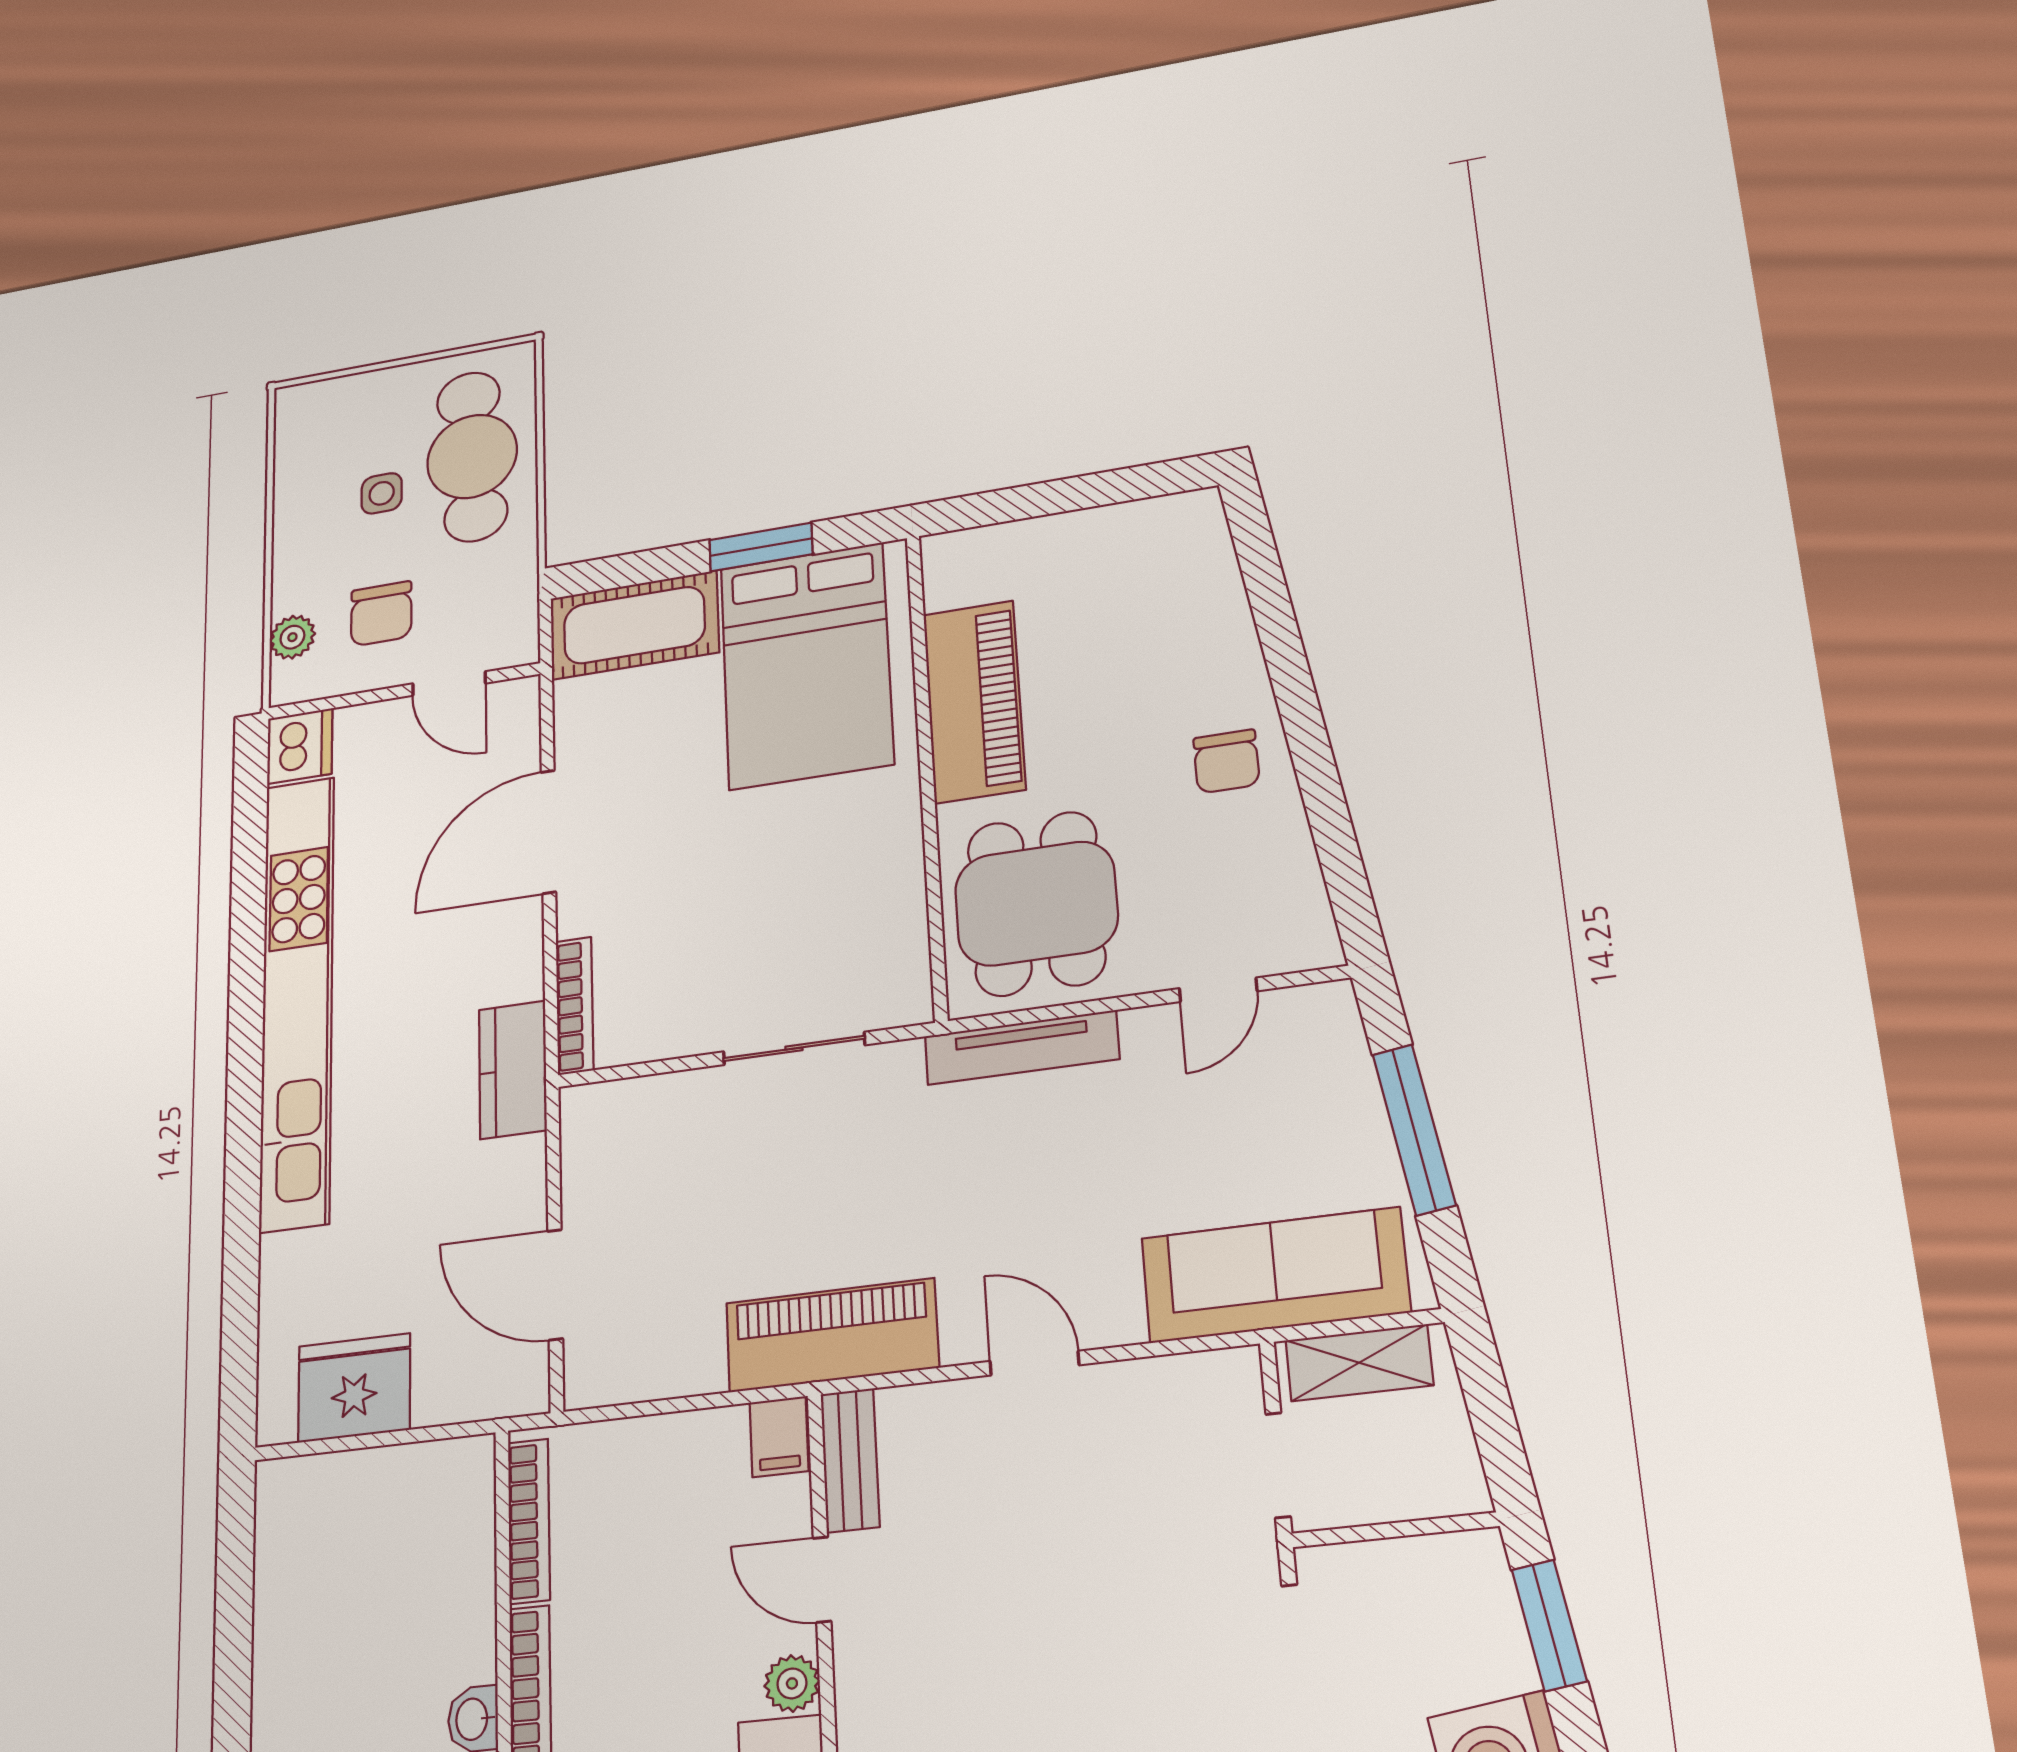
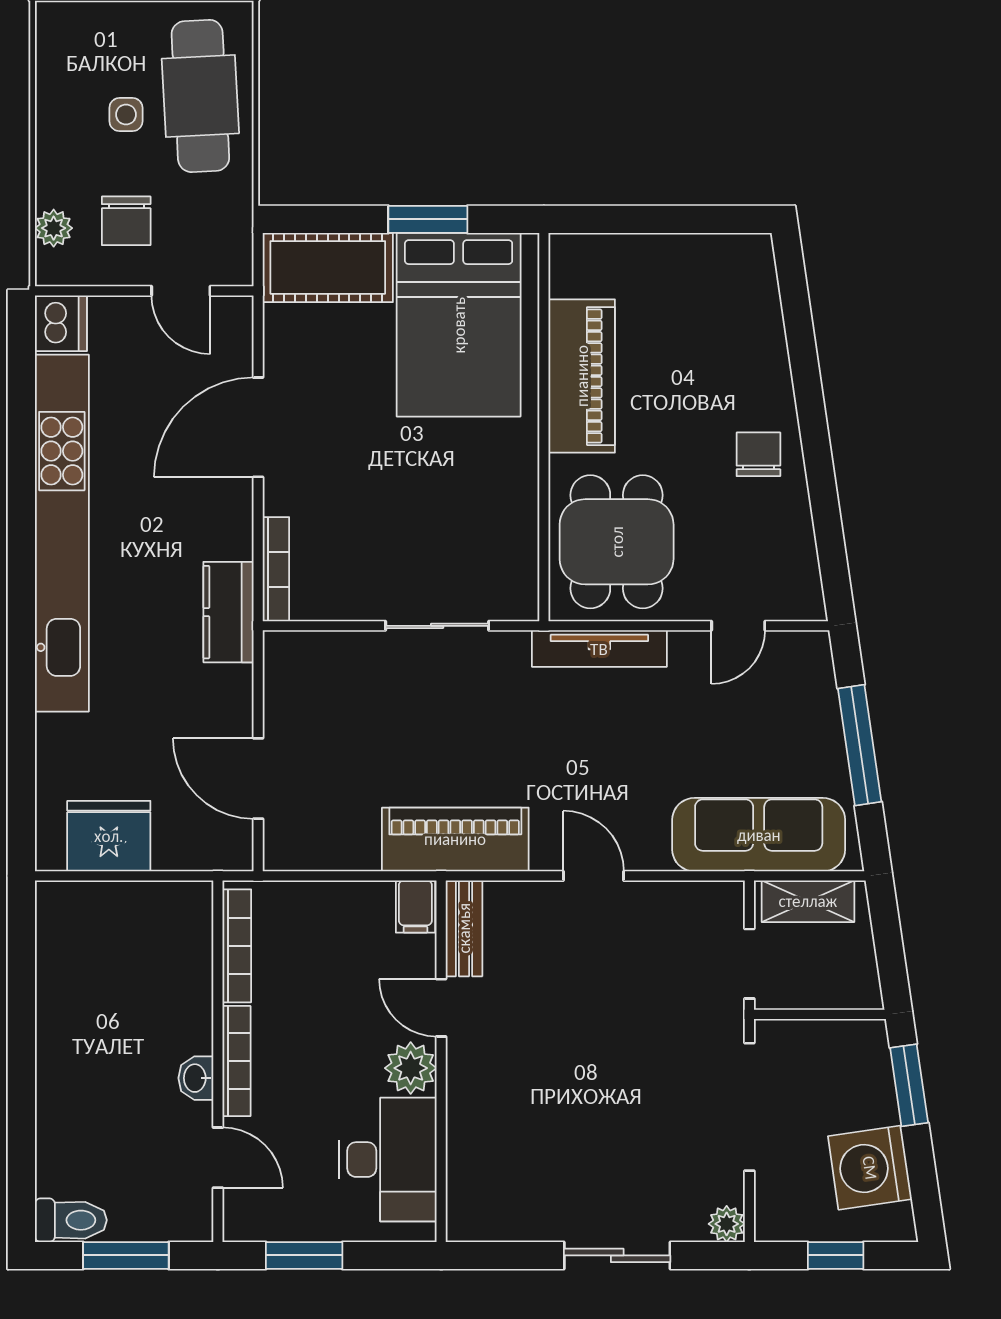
chair: (1226, 761) -> (758, 454), turned 180
plant: (792, 1683) -> (411, 1068), width x1.38, depth x1.38

